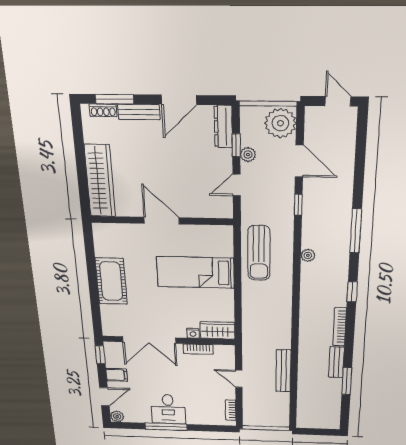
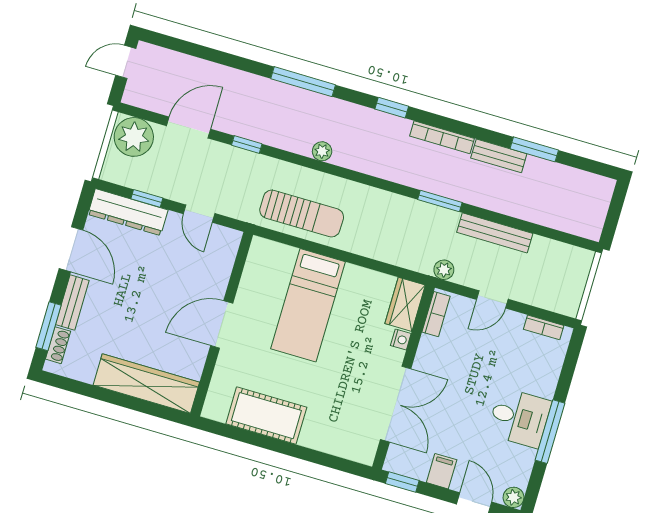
dresser: (223, 127) -> (128, 212), width x1.37, depth x1.24
plant: (248, 155) -> (444, 270), moved
cot: (111, 281) -> (266, 416), moved
window: (295, 335) -> (440, 201), added
bookcase: (198, 349) -> (436, 314), moved

